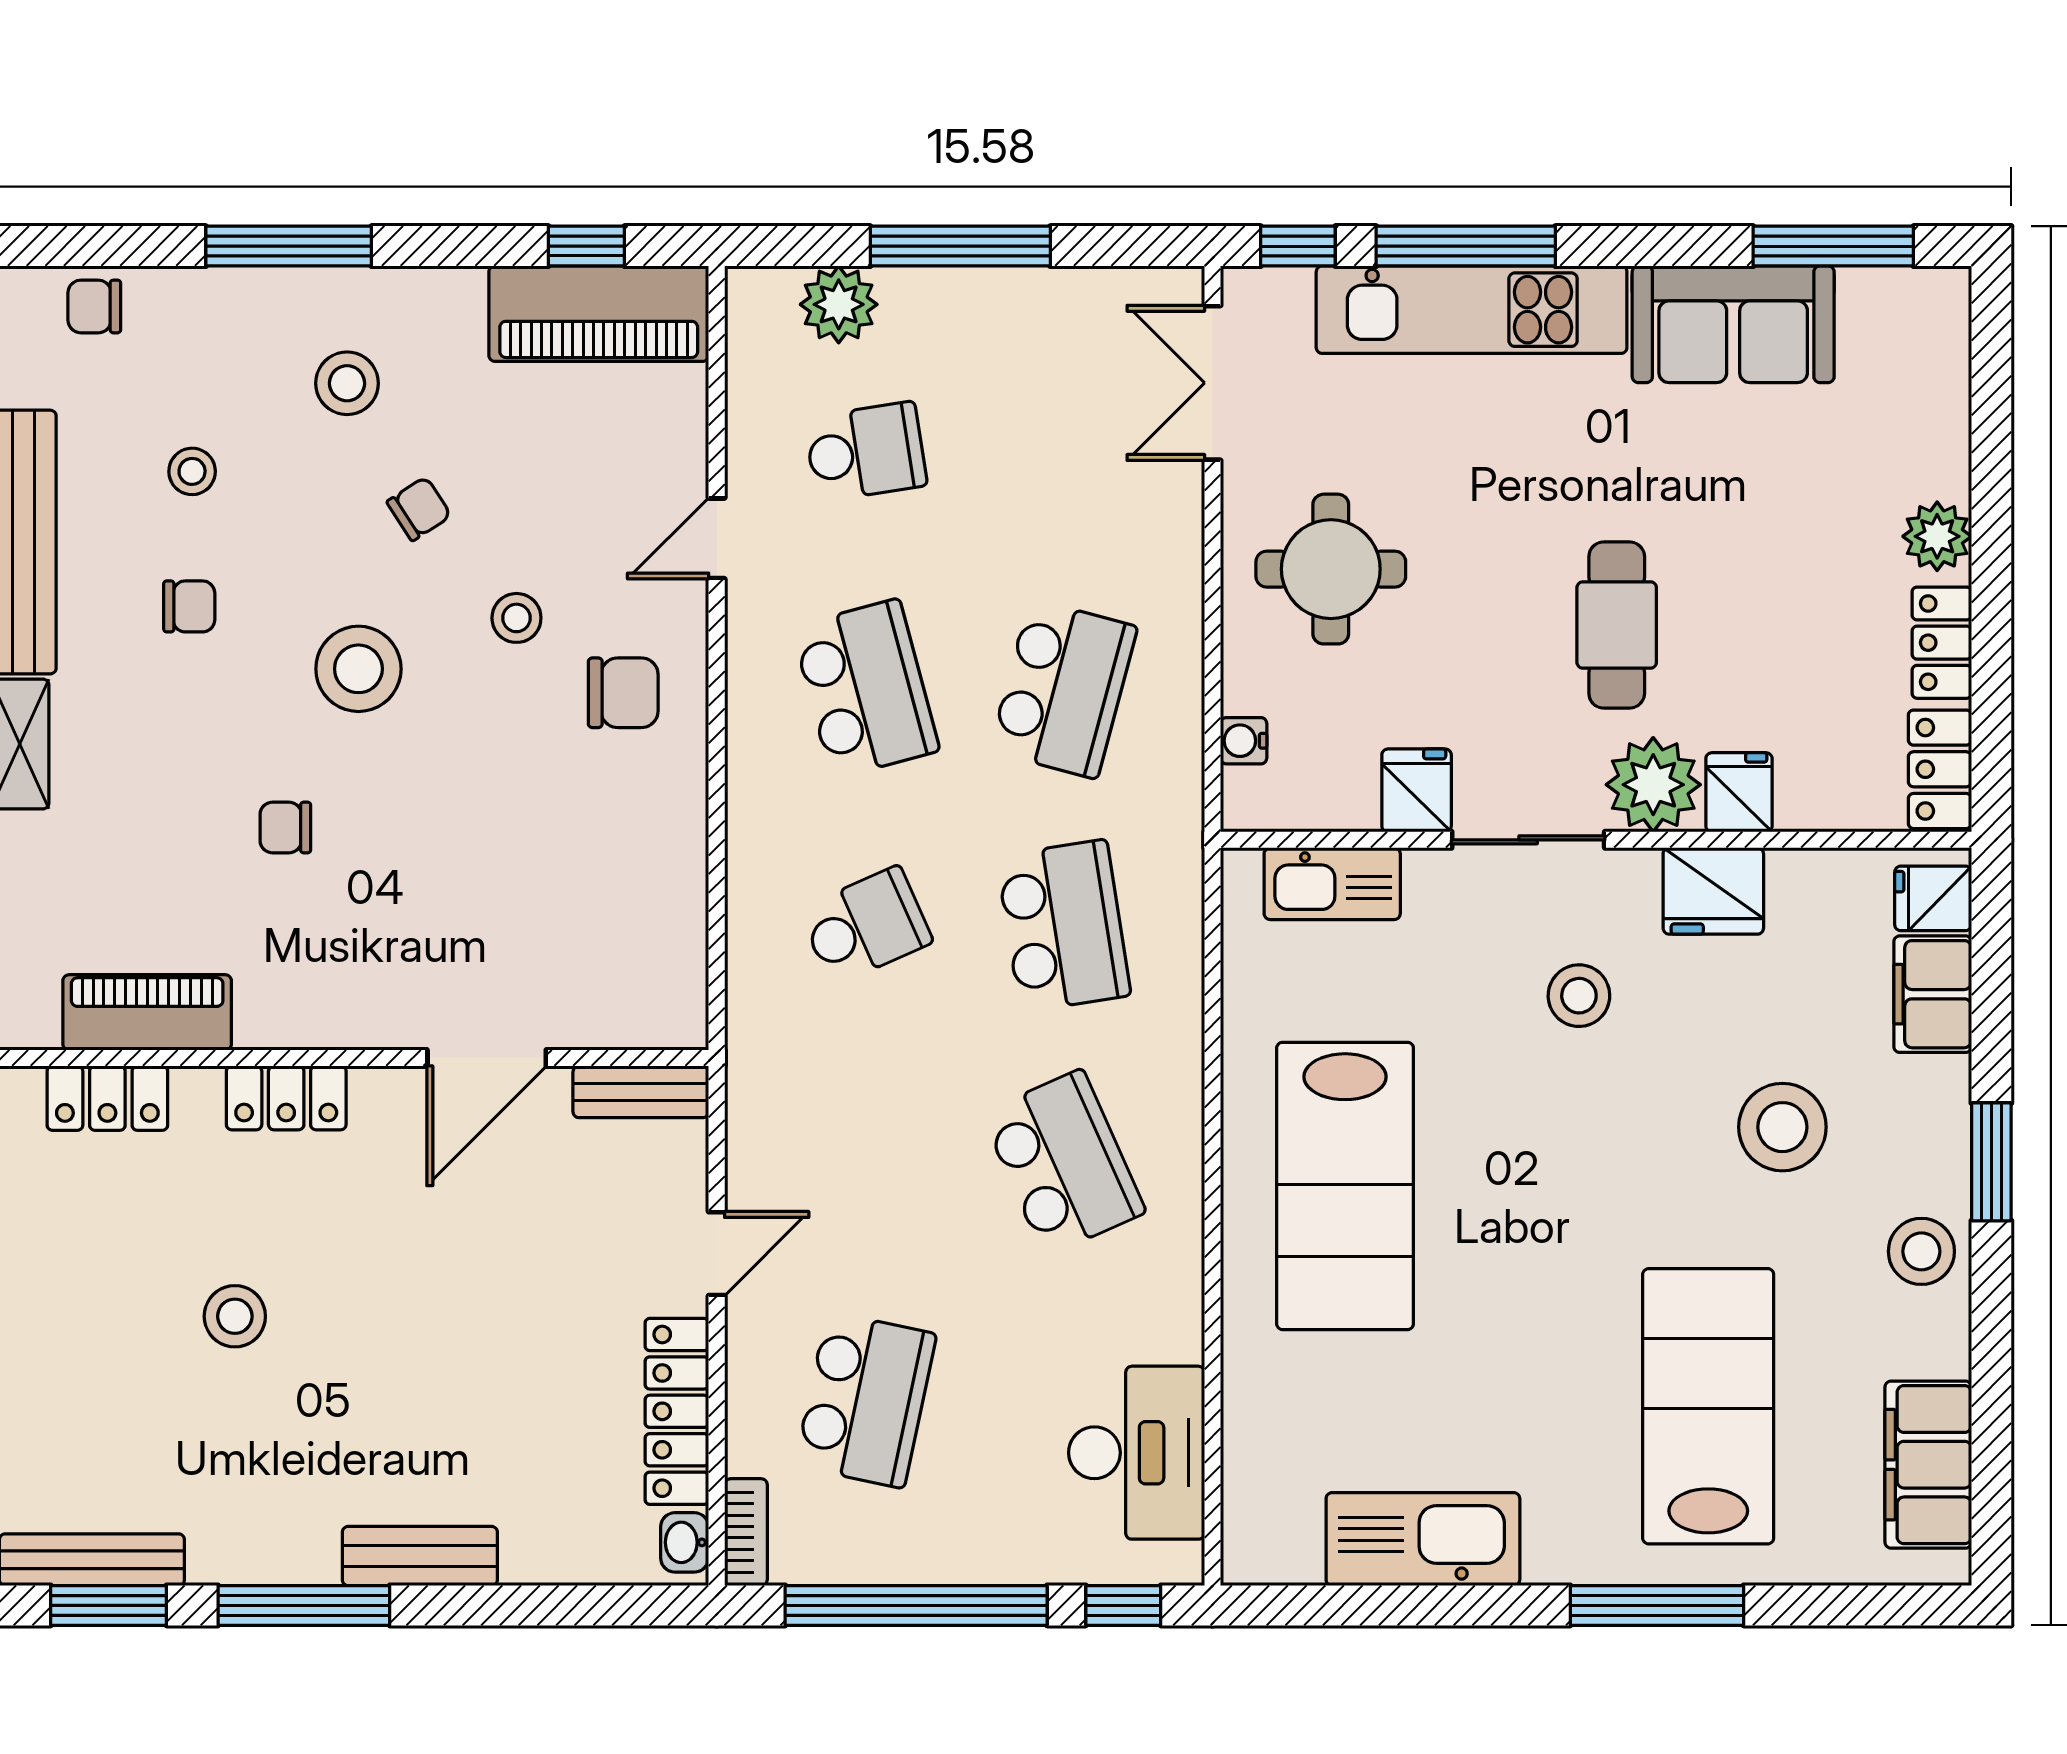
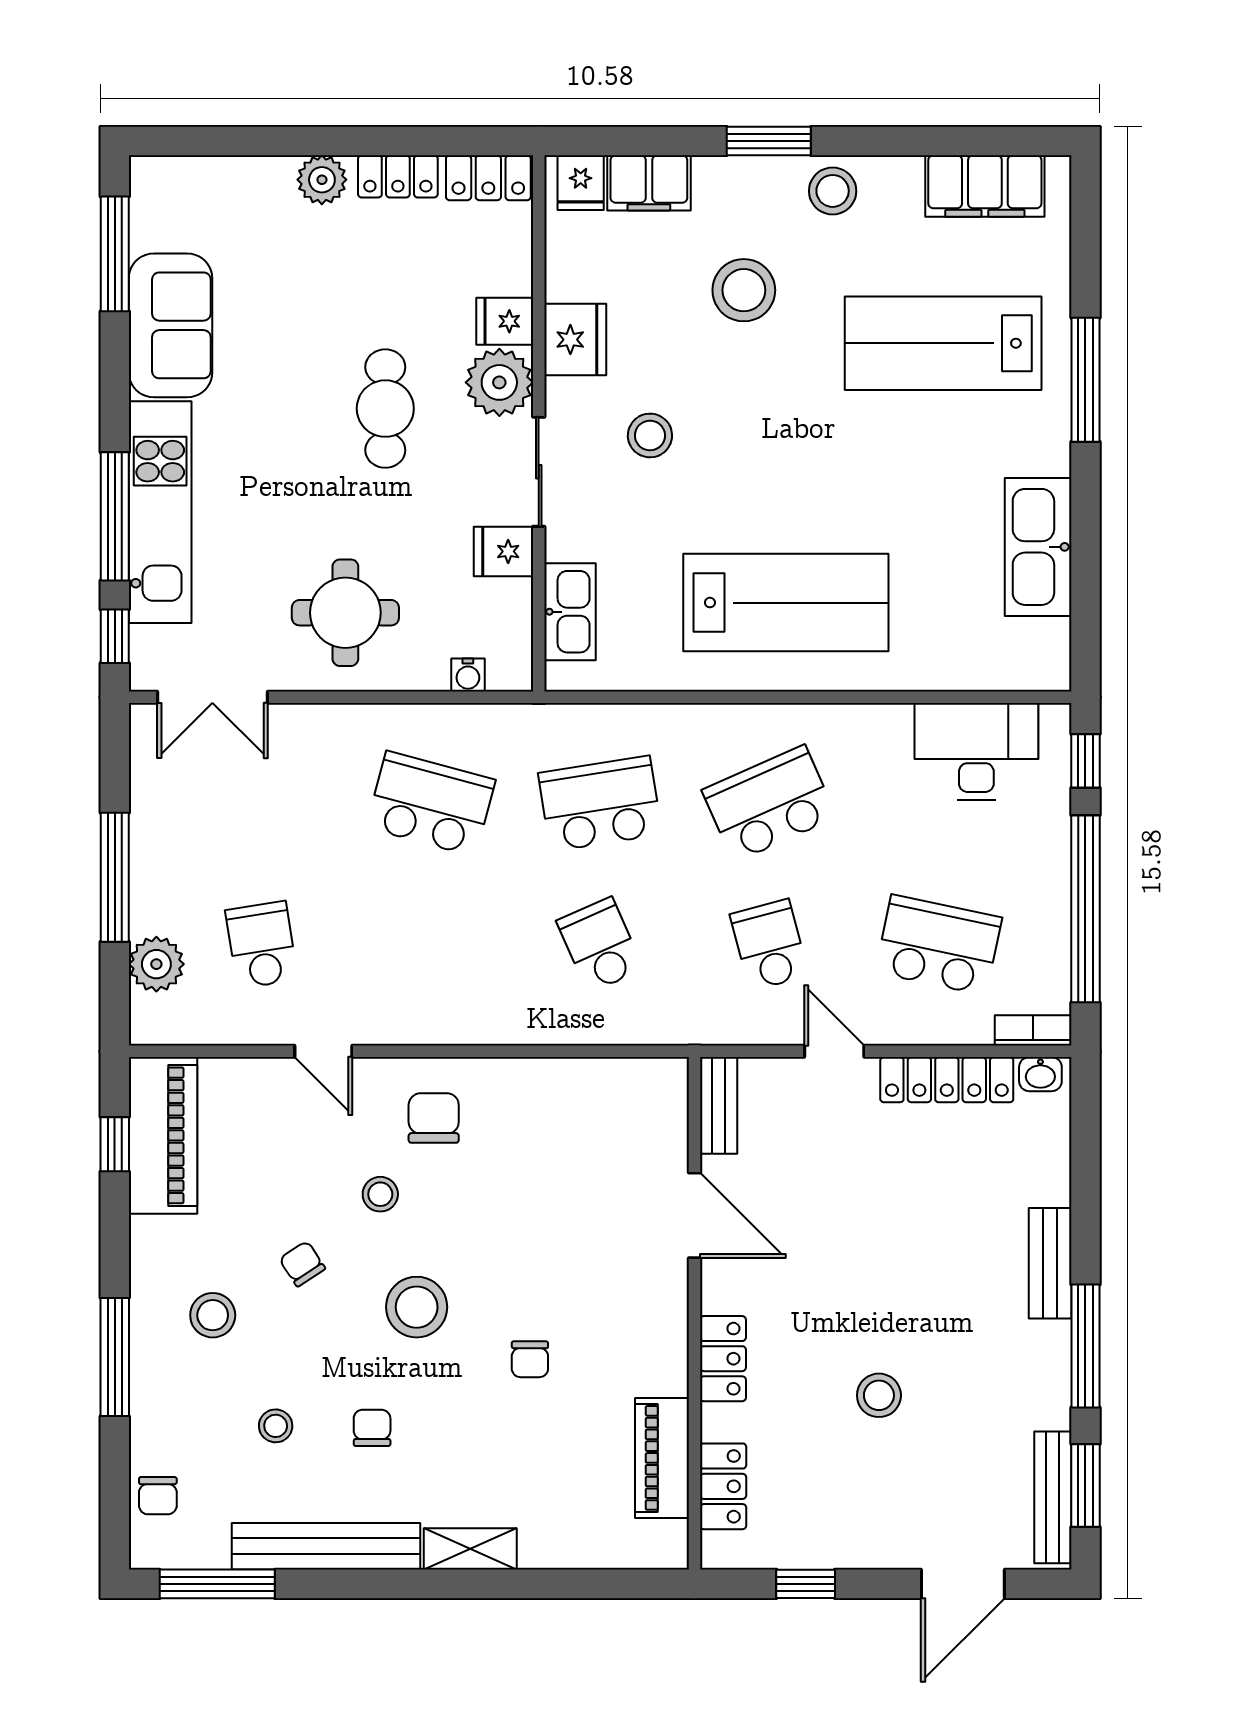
cafe table: (1617, 625) -> (385, 409), turned 90
school desk: (866, 689) -> (769, 945), moved, width x0.54

